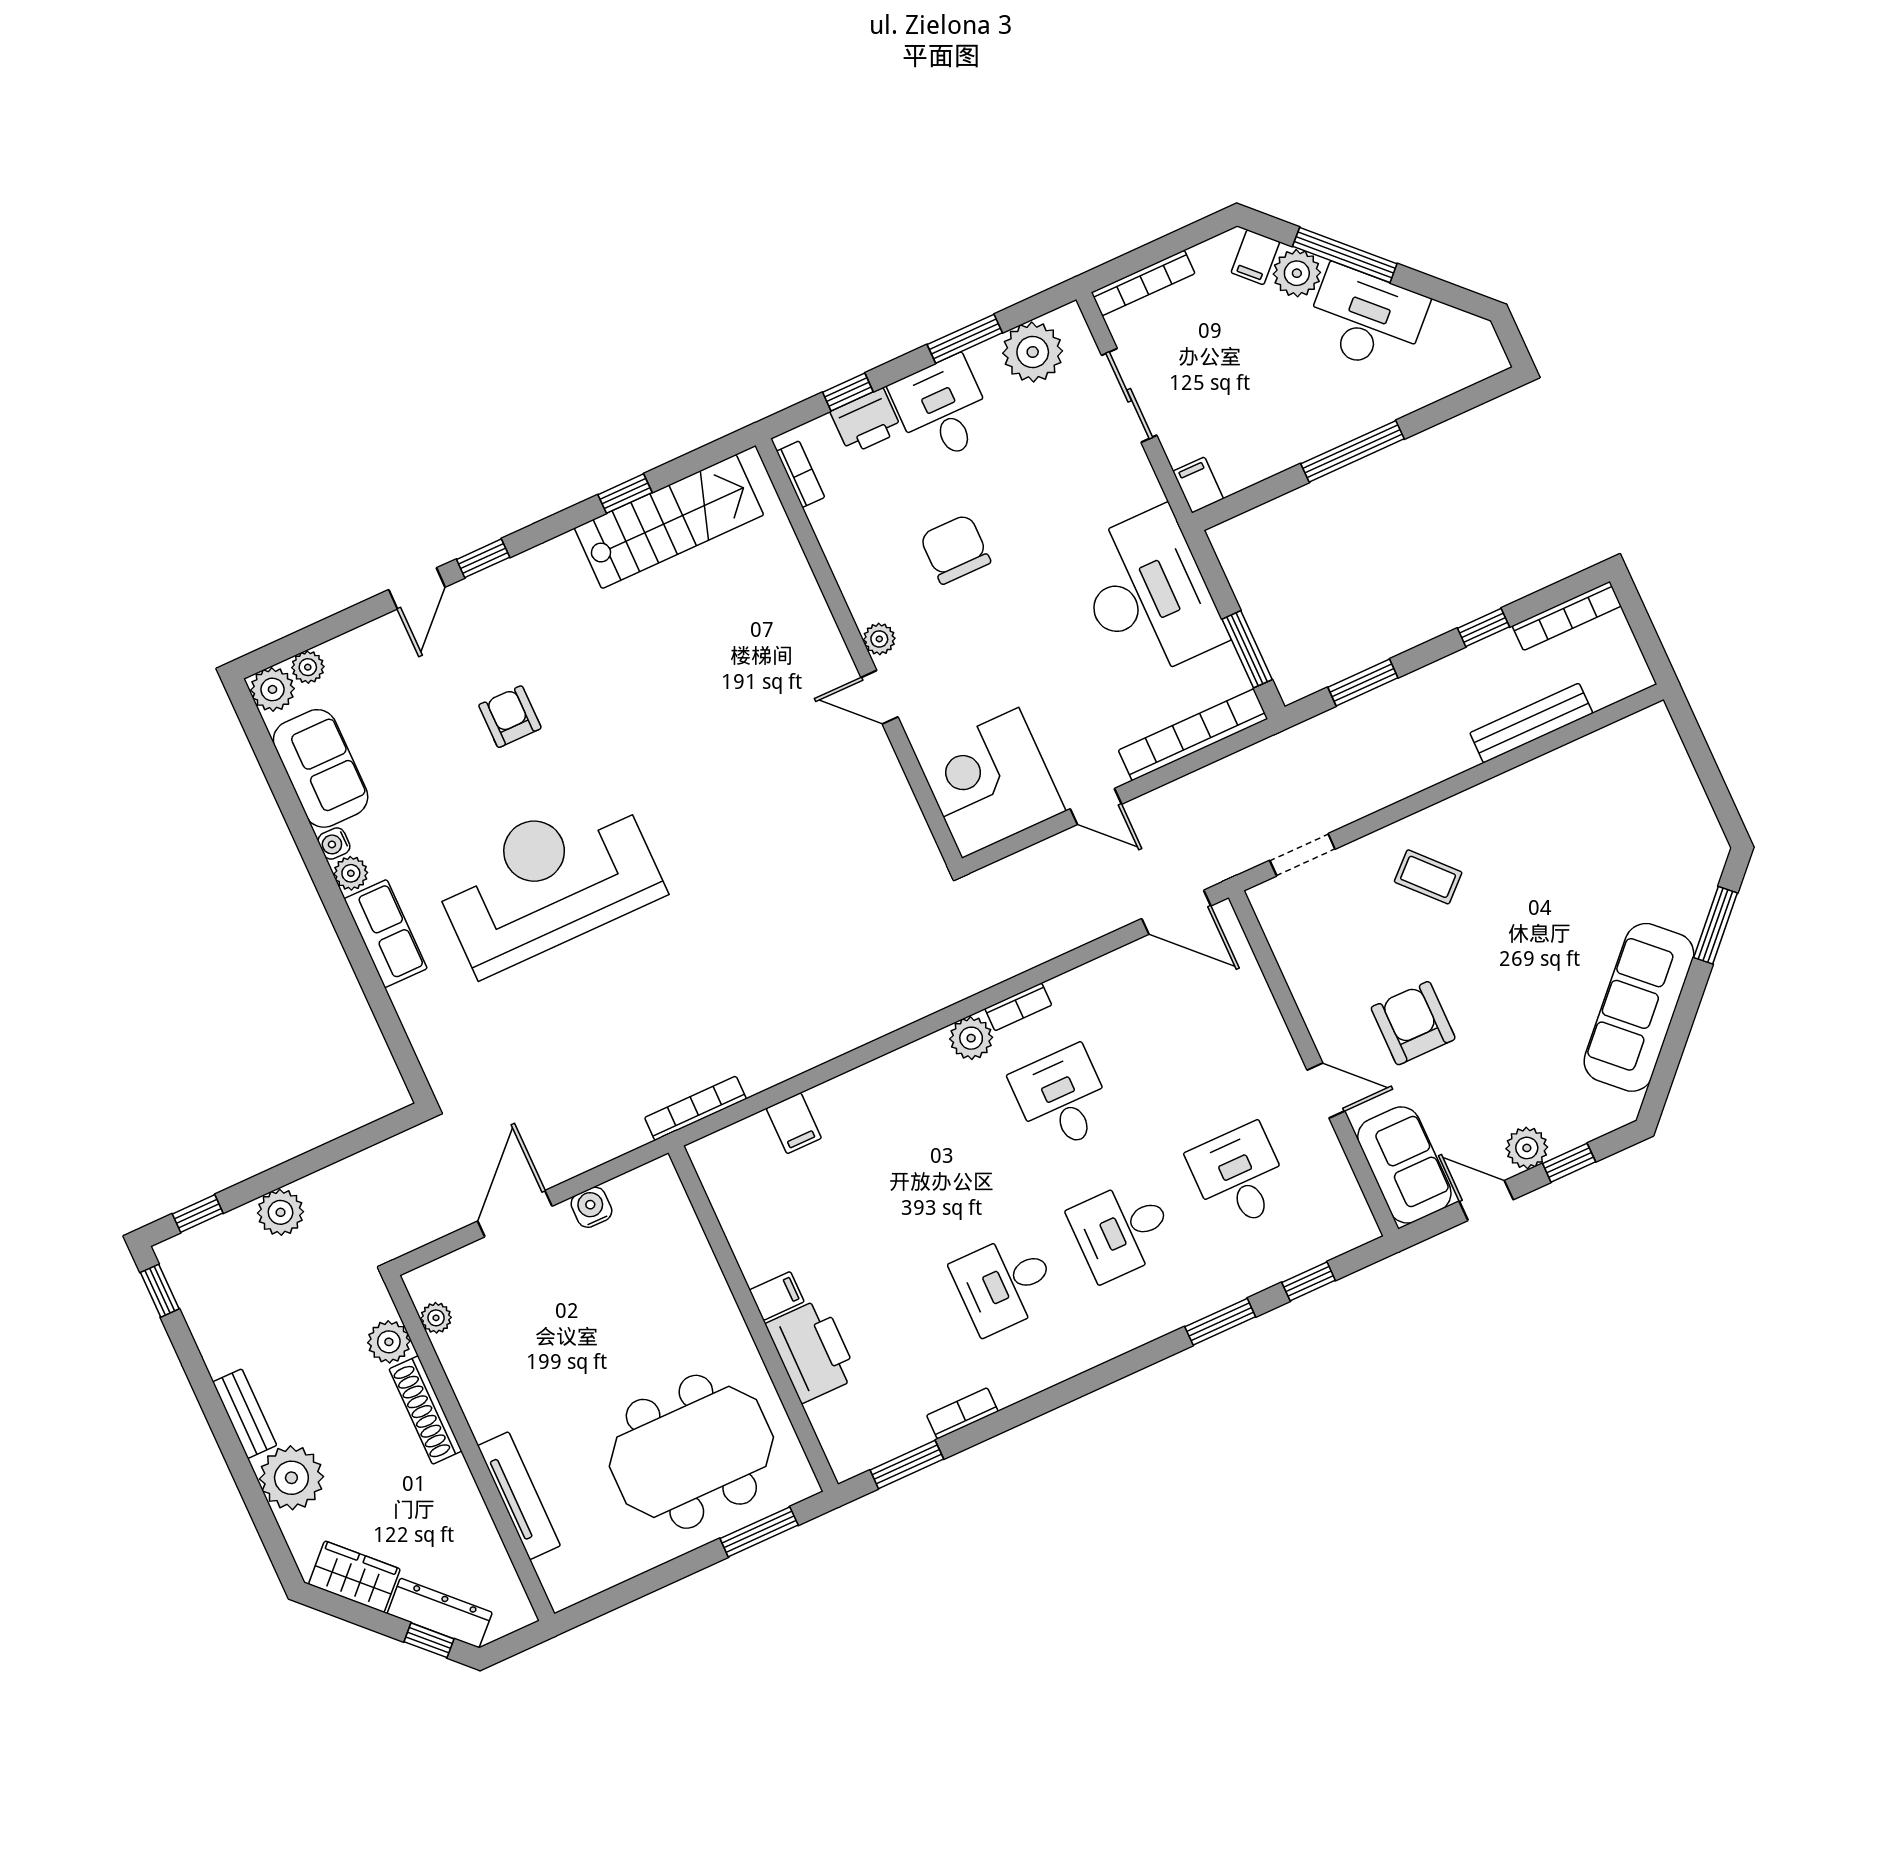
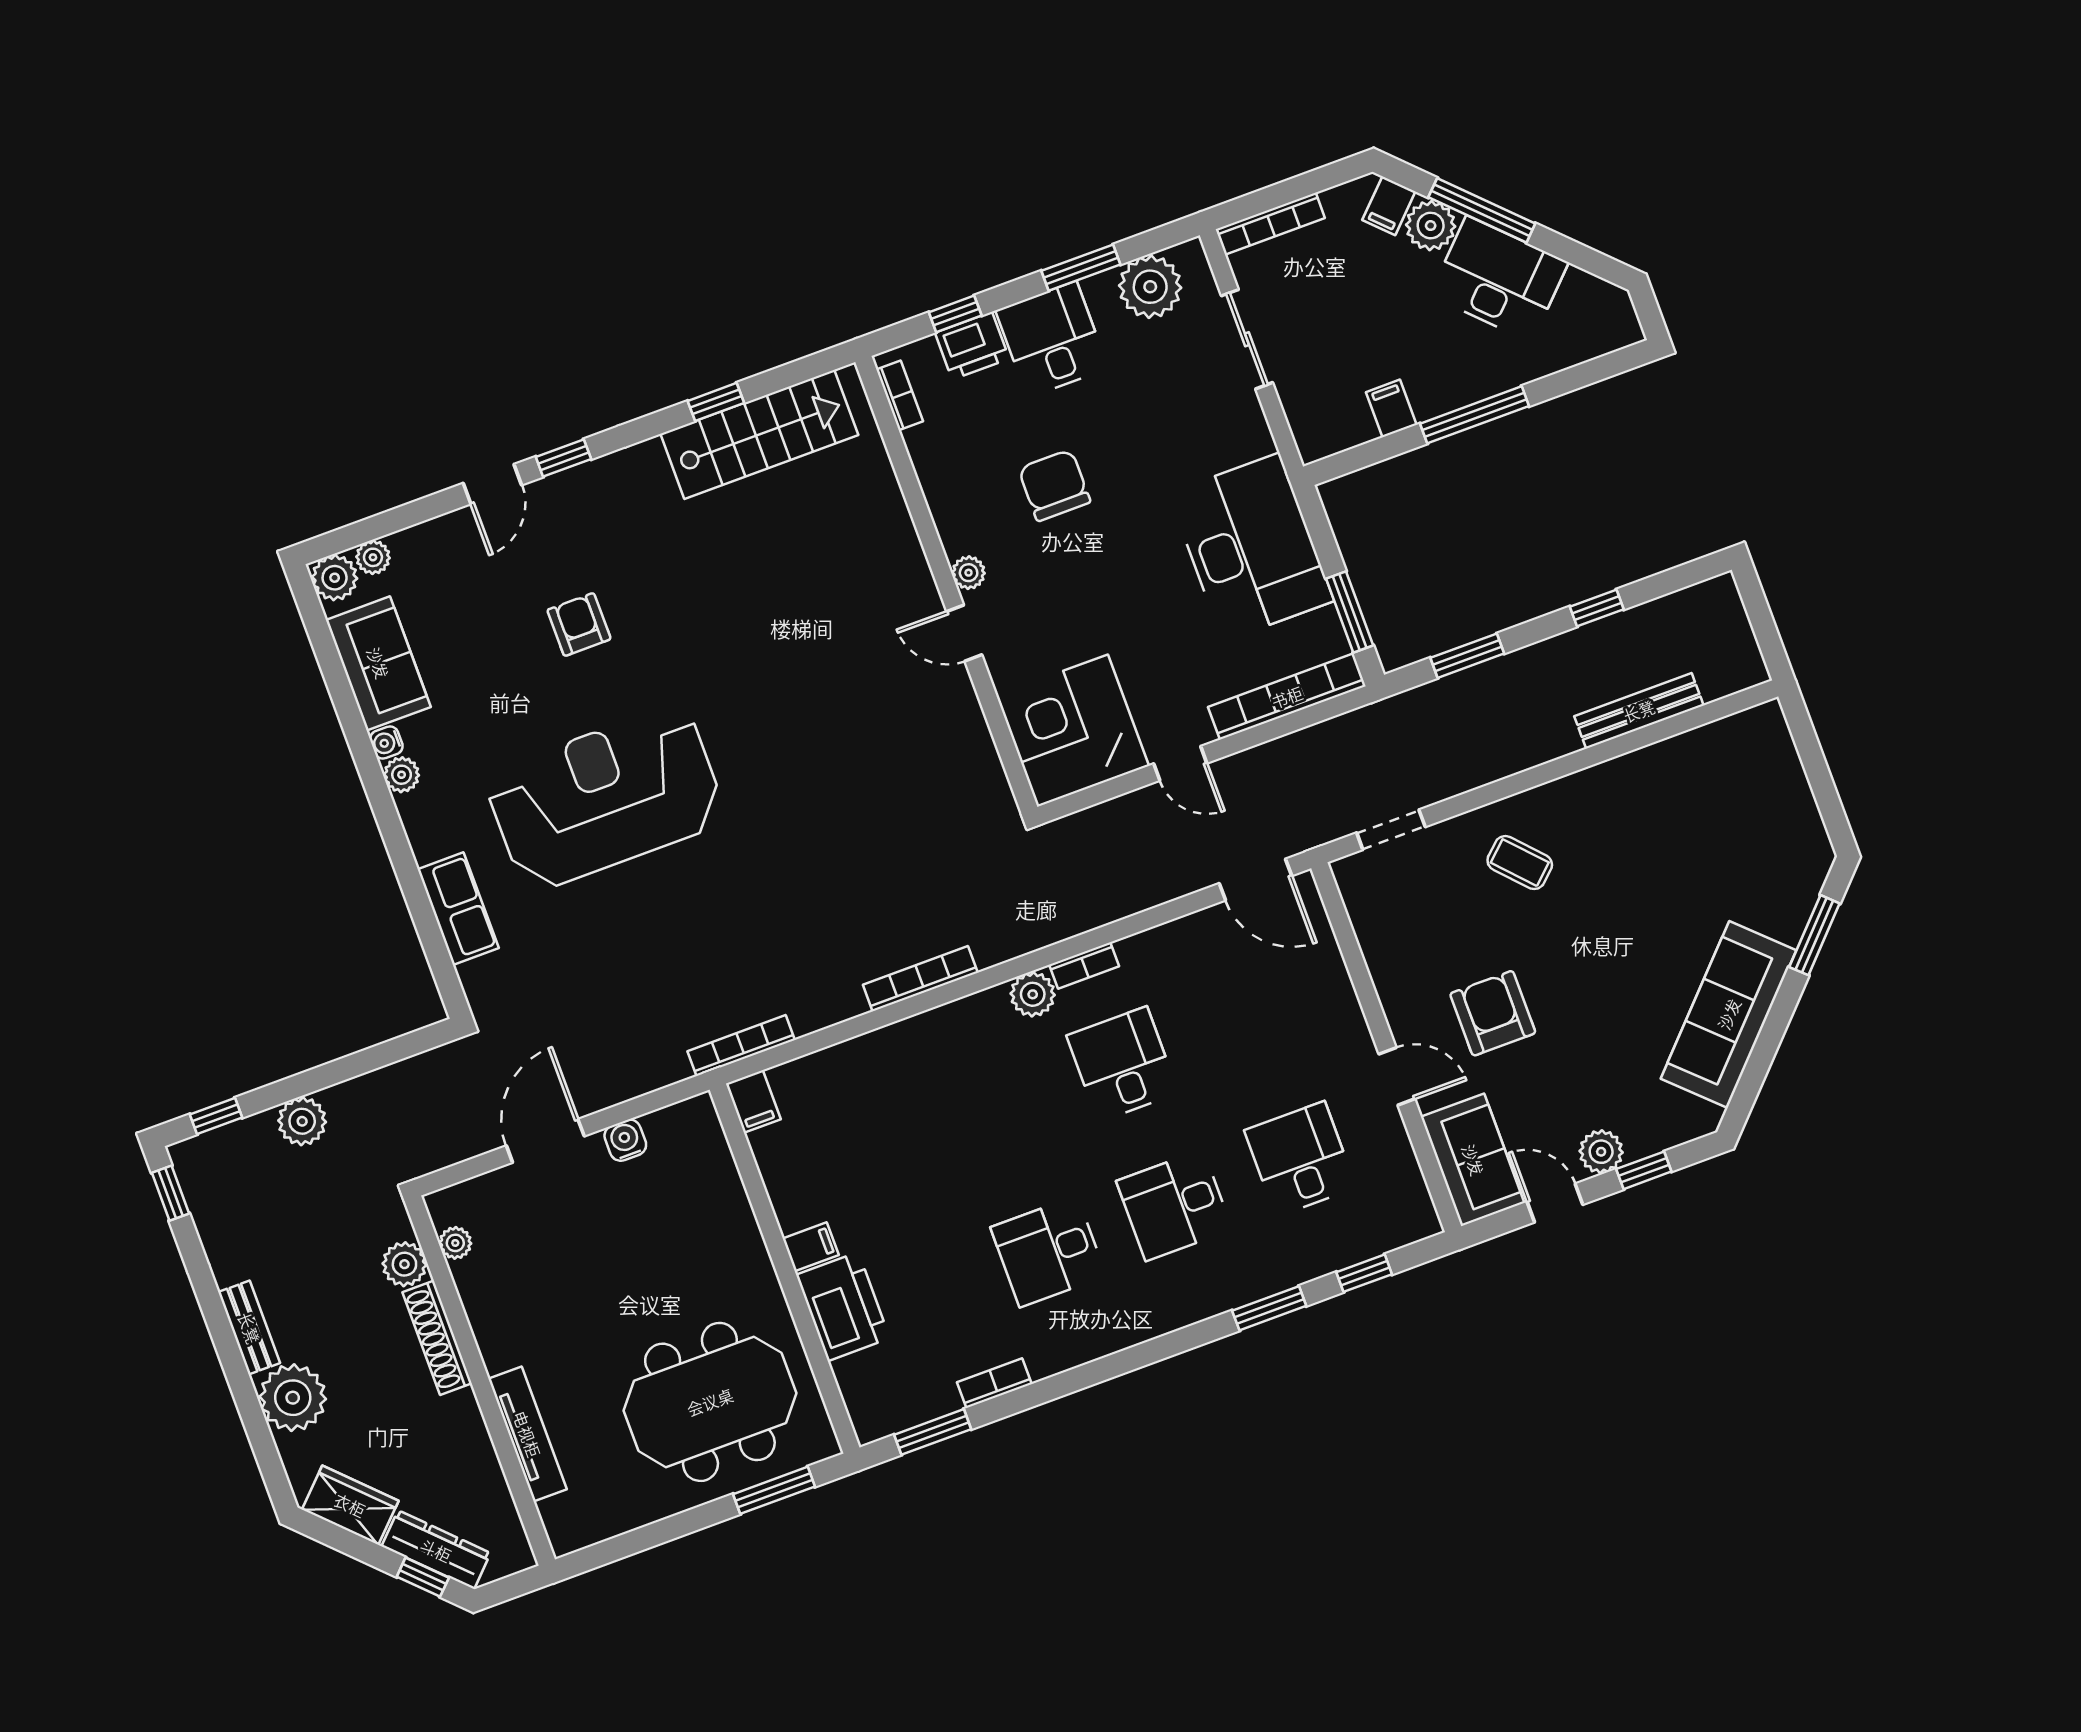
filing cabinet: (1198, 485) -> (1391, 408), moved
bookcase: (1567, 616) -> (920, 979), moved, turned 180
row of seats: (386, 934) -> (458, 909), moved
filing cabinet: (794, 1123) -> (753, 1101), moved

